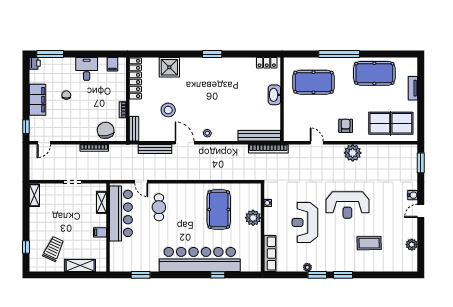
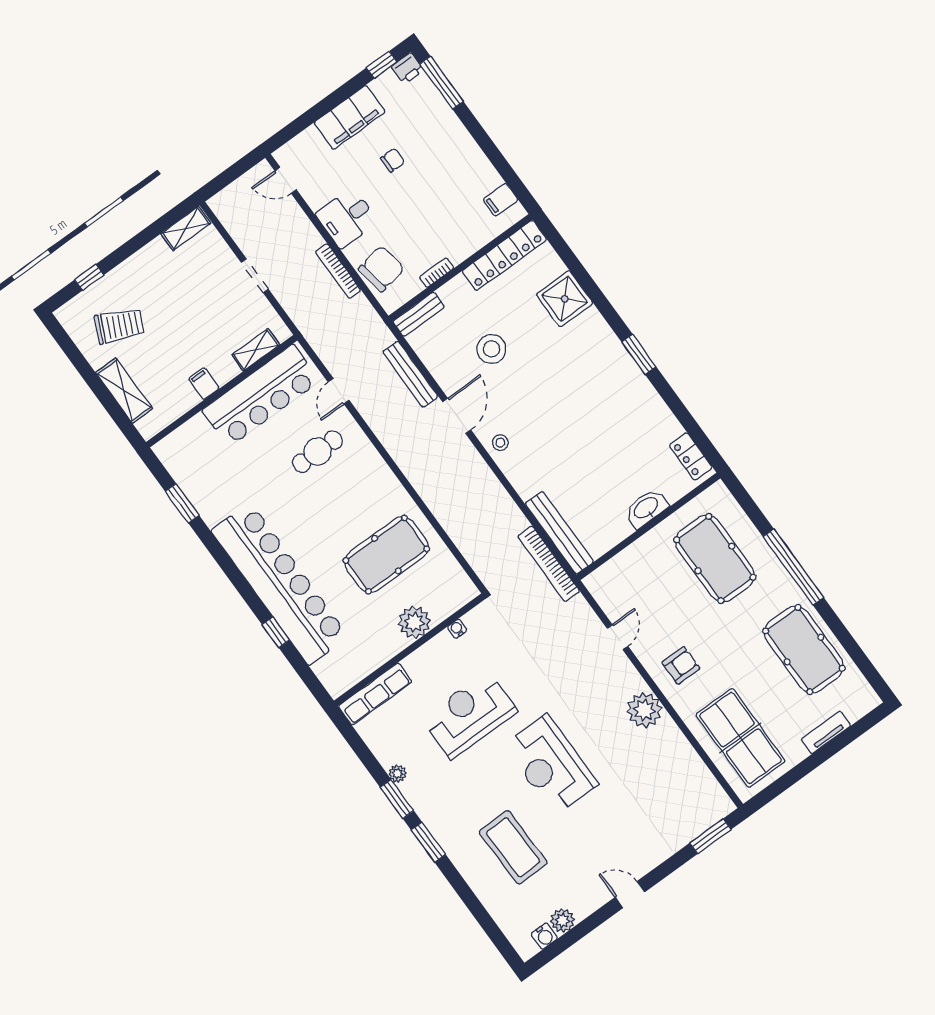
desk: (87, 69) -> (347, 218), moved, turned 180
window: (26, 127) -> (382, 65), moved
water cooler: (413, 195) -> (544, 936), moved
coffee table: (369, 243) -> (513, 847), width x1.36, depth x1.32

